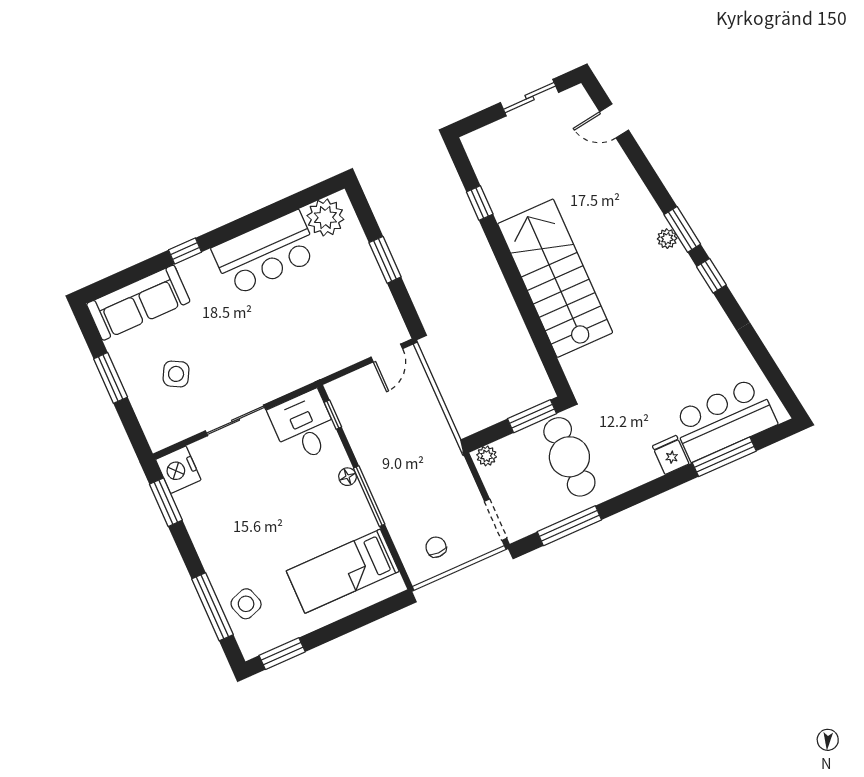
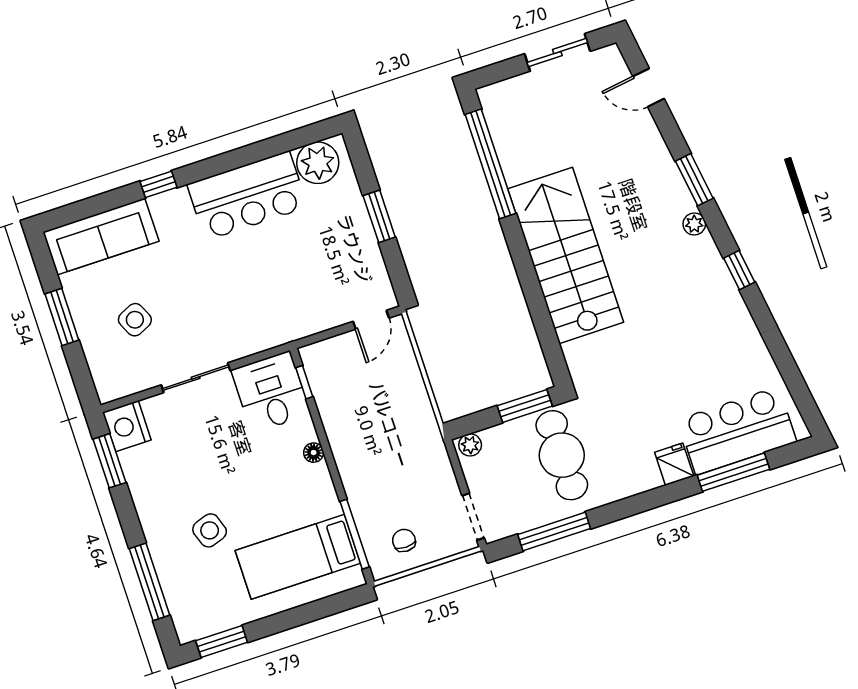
window: (480, 203) -> (490, 164), width x3.17
window: (682, 229) -> (694, 180), moved
side table: (176, 374) -> (135, 320), turned 37
window: (369, 496) -> (355, 534), moved
side table: (246, 604) -> (210, 530), moved

